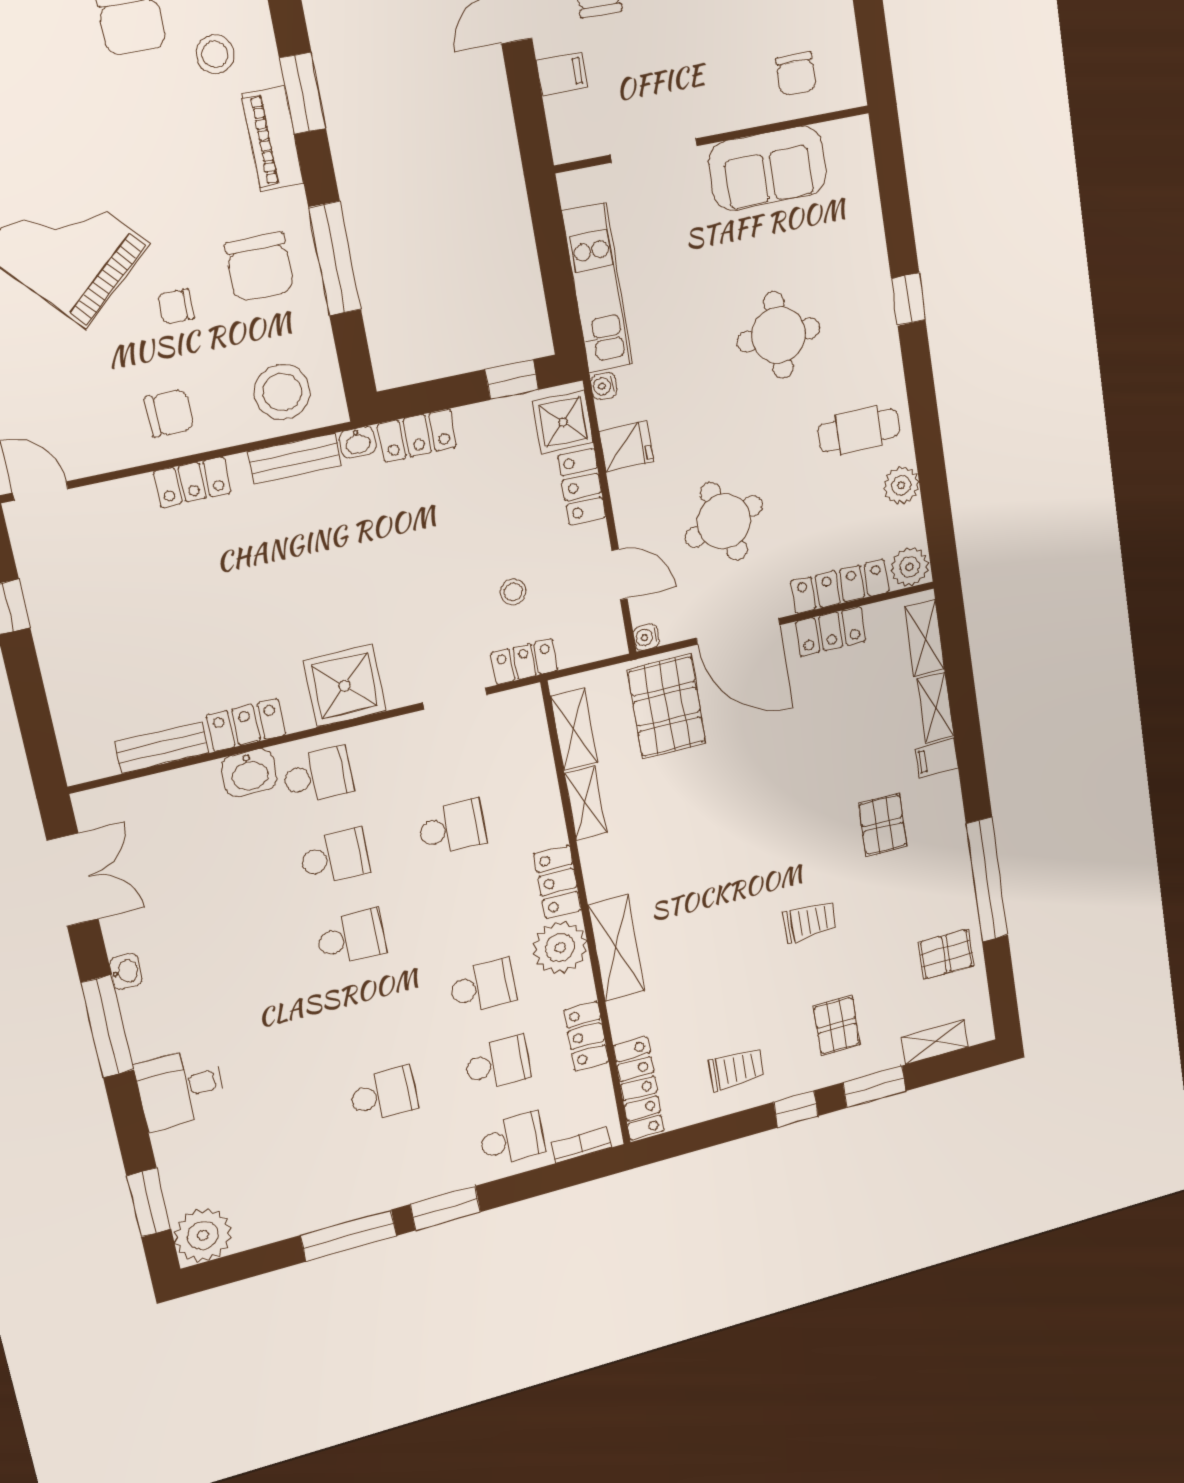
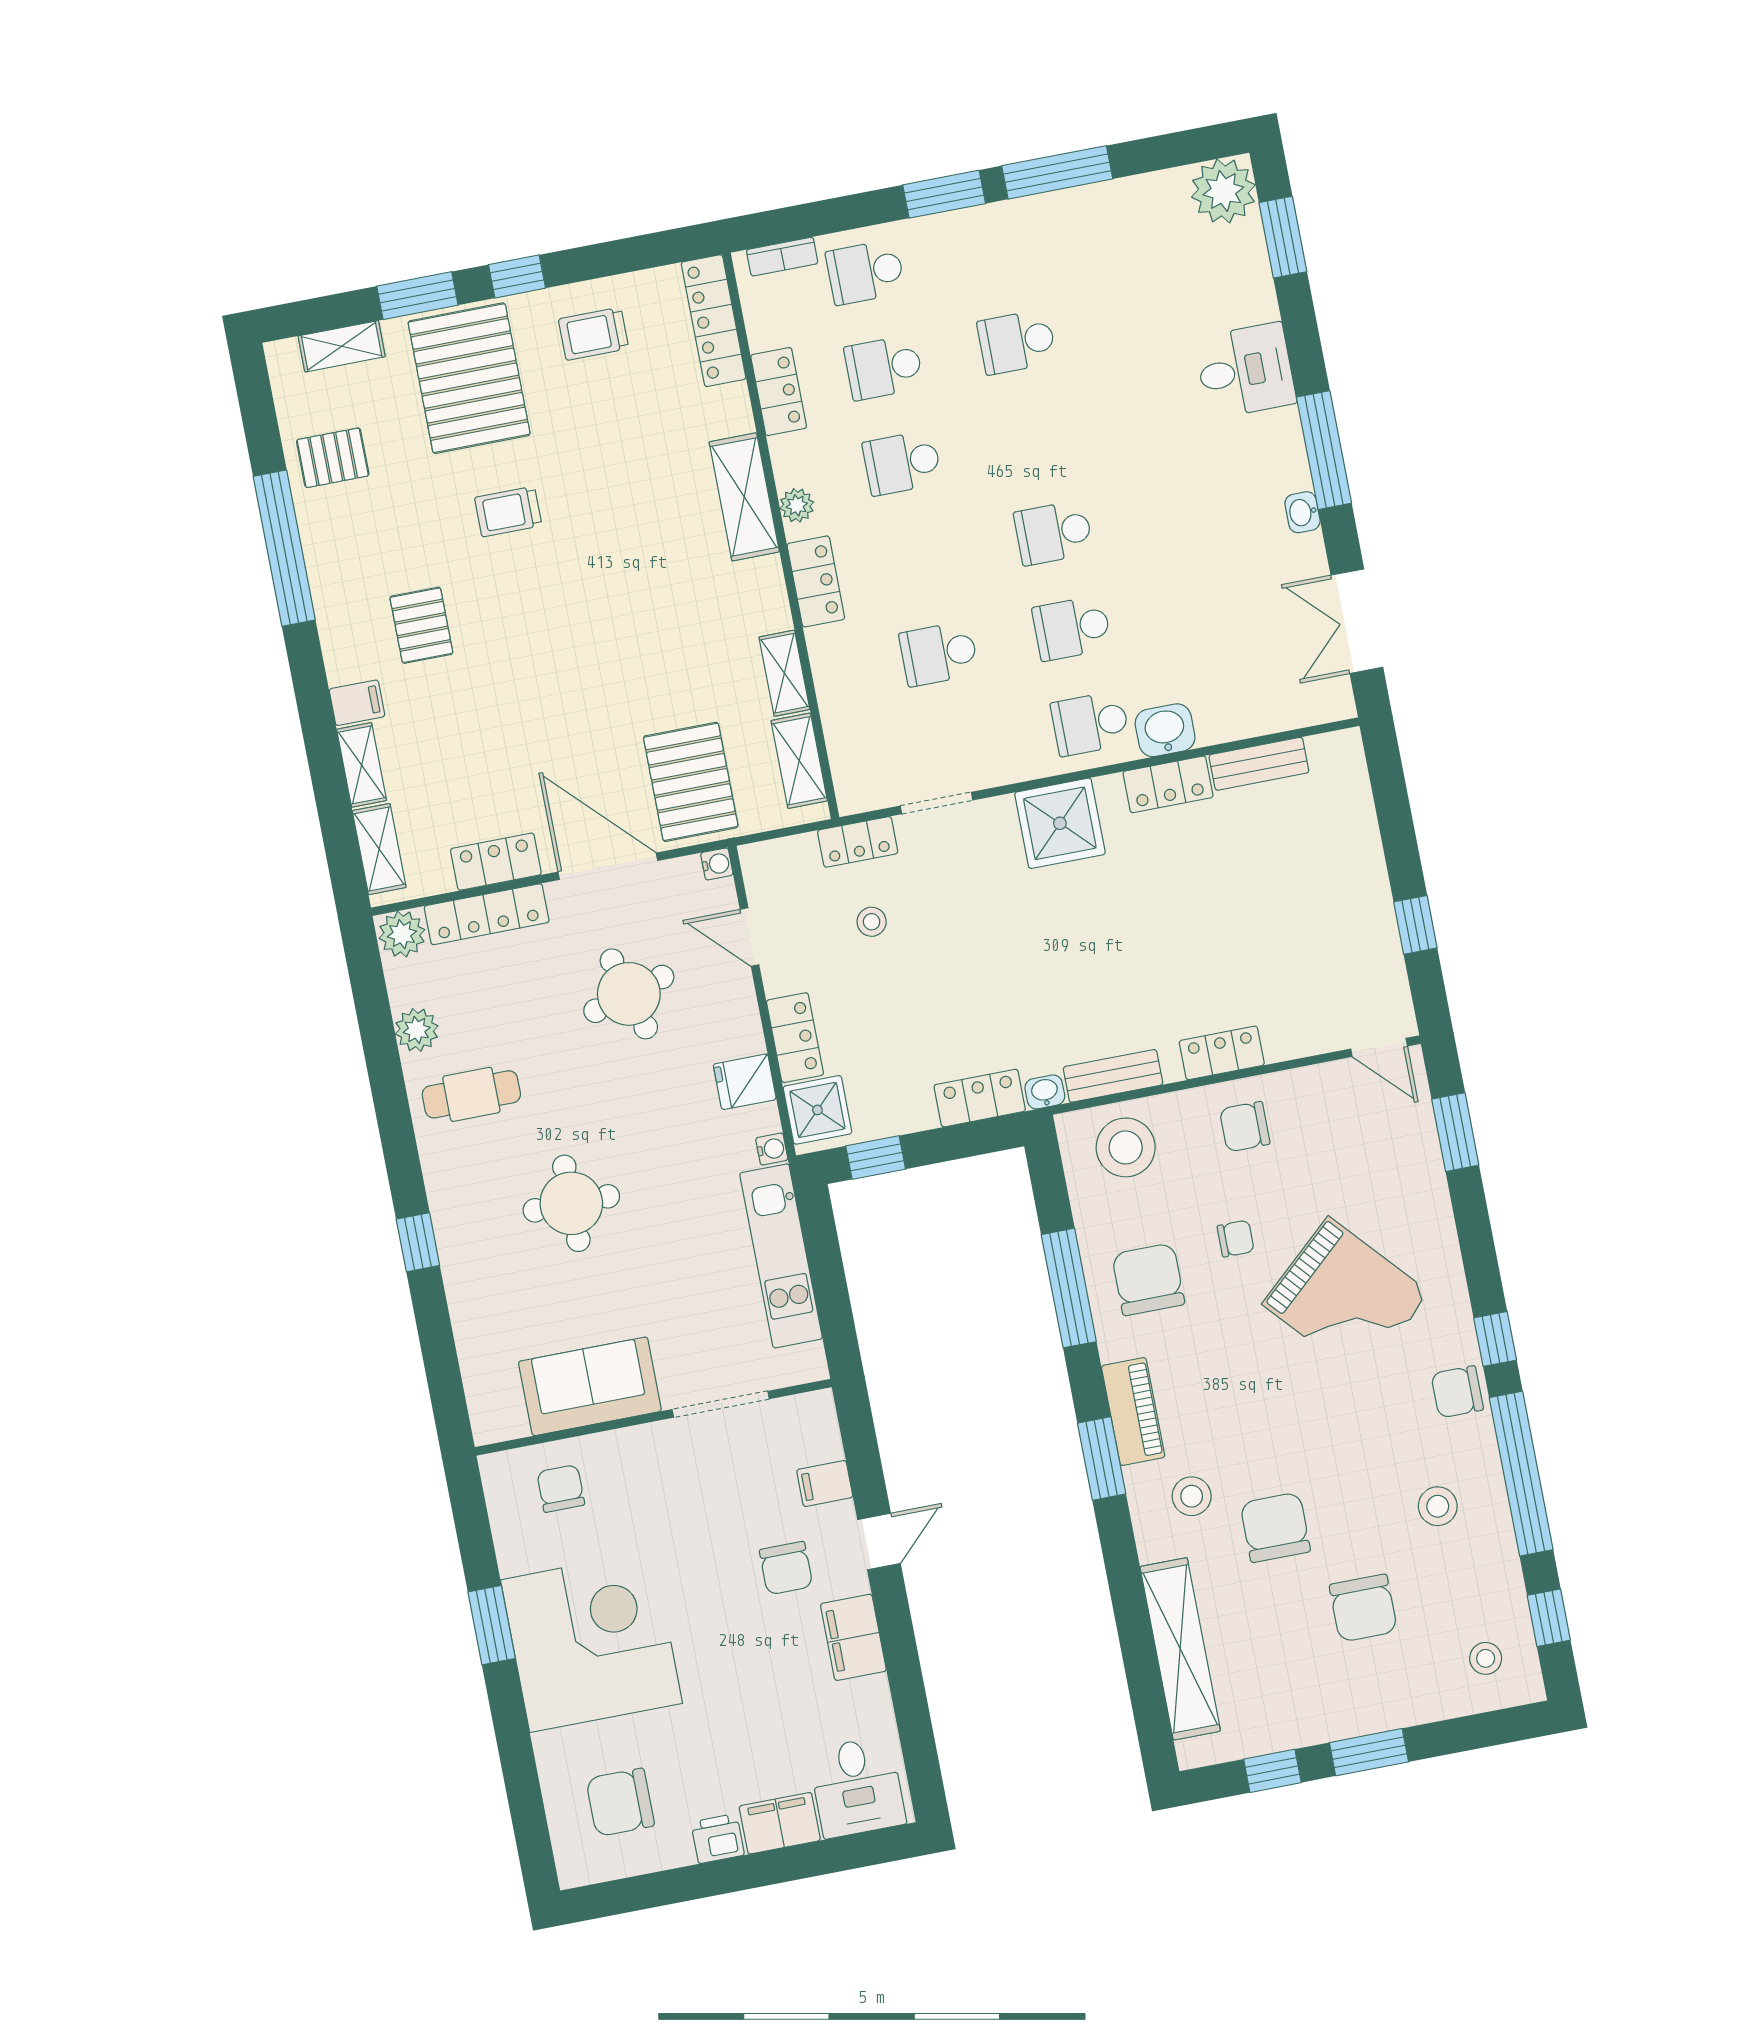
plant: (560, 948) -> (797, 505), width x0.53, depth x0.53
pallet: (837, 1026) -> (469, 378), width x2.05, depth x2.00

